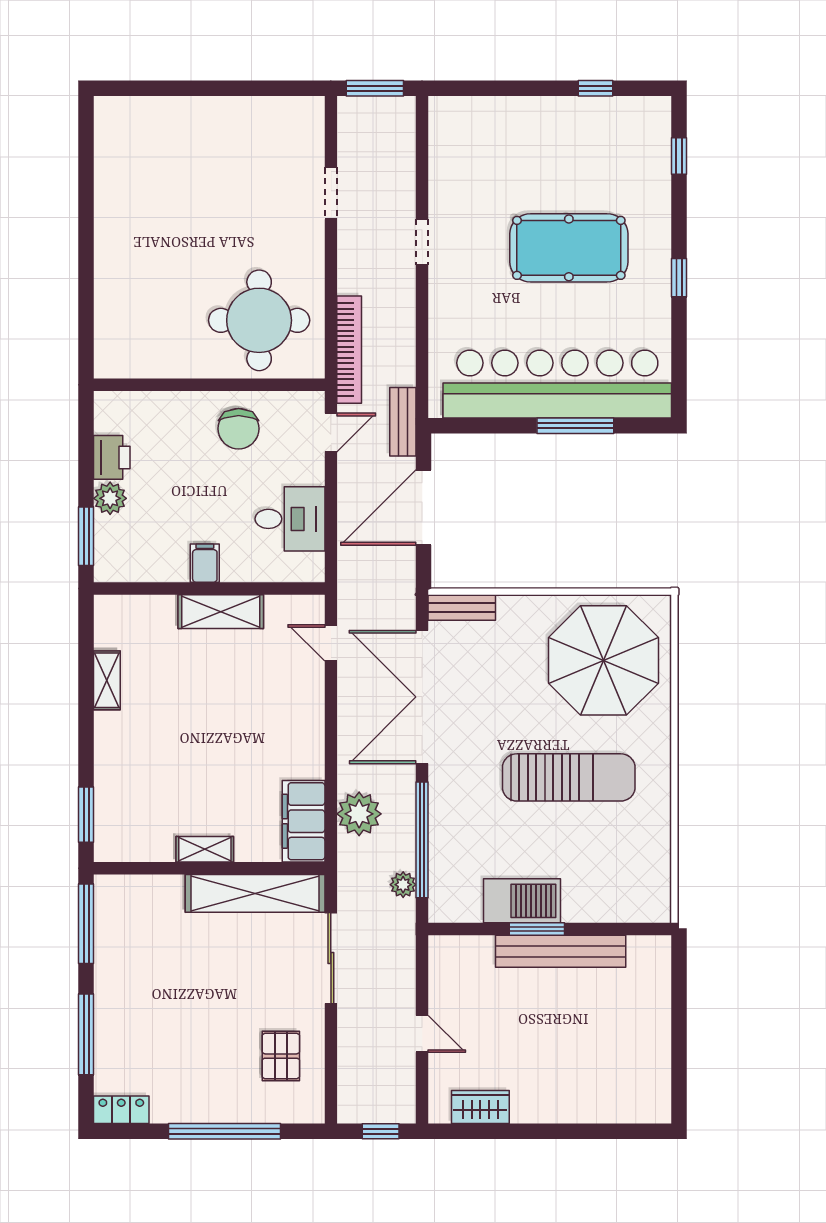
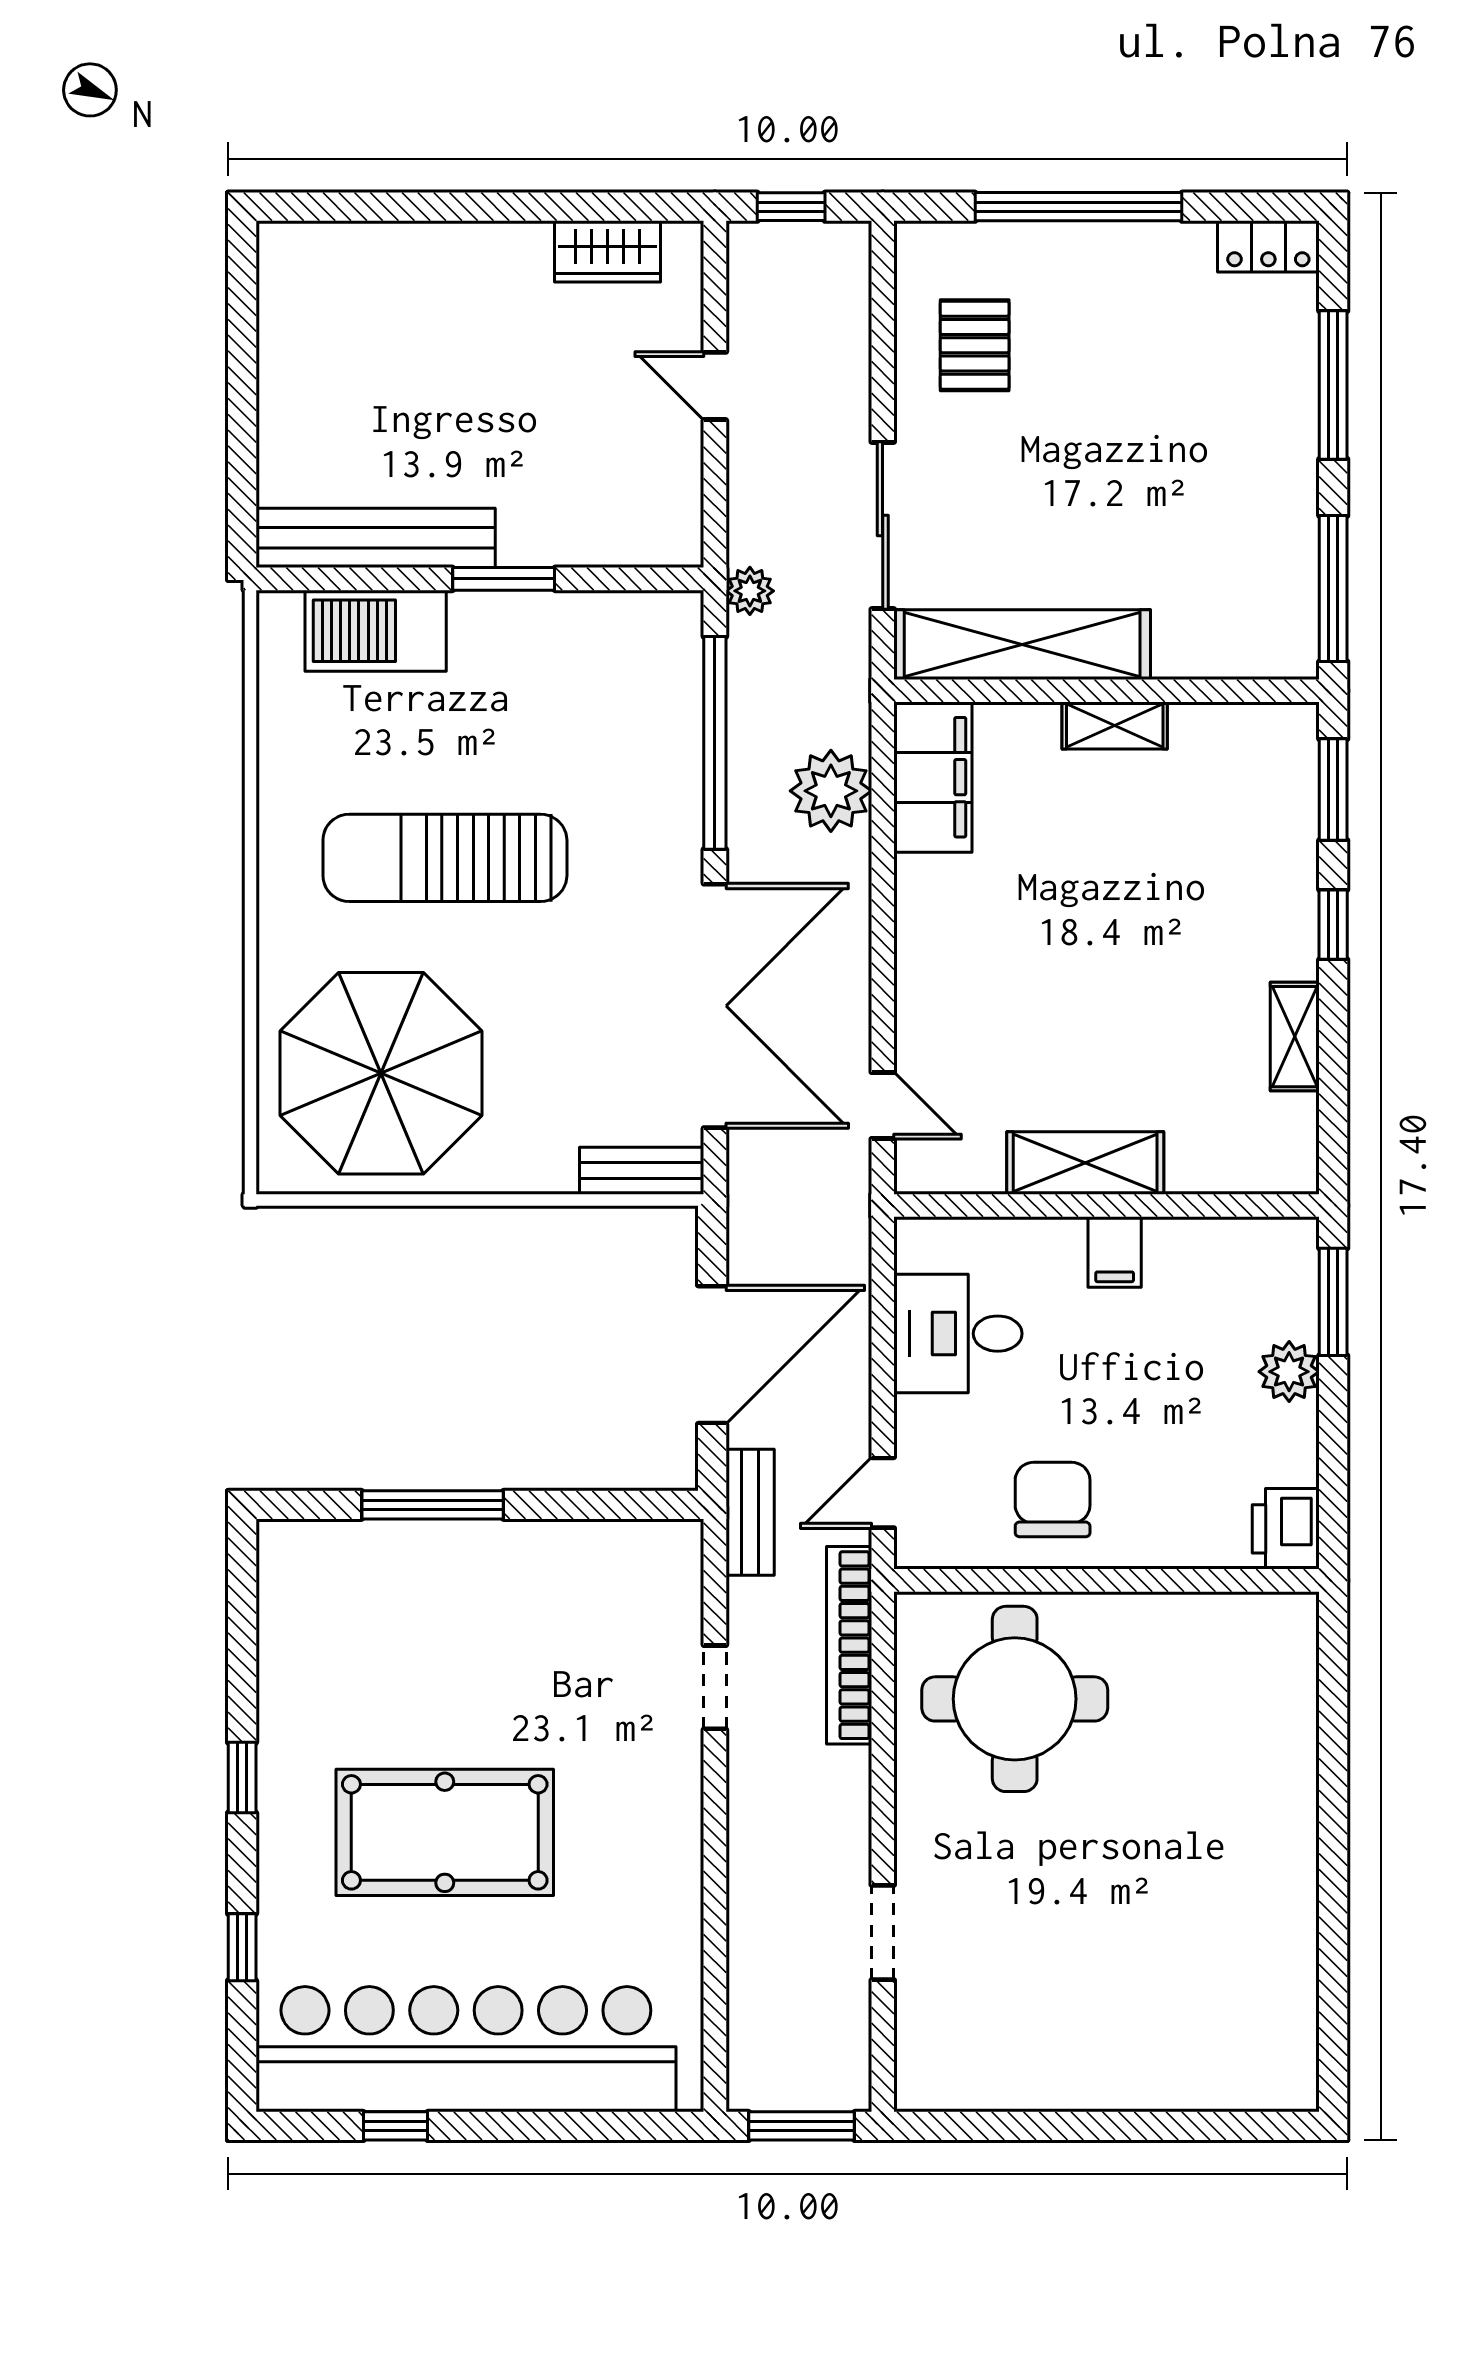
window: (679, 156) -> (242, 1947), moved
doorway: (422, 242) -> (715, 1687), moved
bar counter: (557, 384) -> (466, 2049), moved, turned 180
printer: (112, 457) -> (1286, 1529), moved
window: (86, 741) -> (1333, 925), added
plant: (403, 885) -> (750, 591), moved
barbecue: (522, 901) -> (376, 631), moved
bench: (561, 951) -> (376, 538), moved

